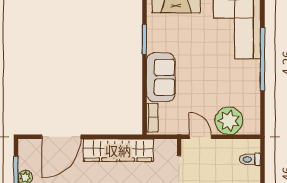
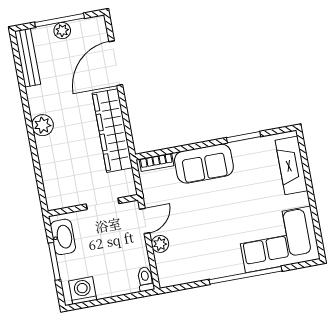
plant: (229, 121) -> (160, 244), width x0.53, depth x0.53
door: (61, 137) -> (116, 63), hinge flipped
toilet: (250, 159) -> (145, 279), moved

